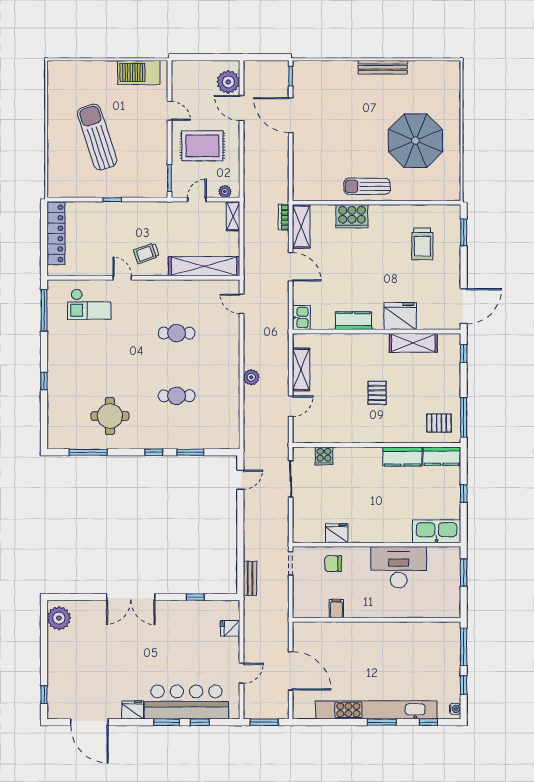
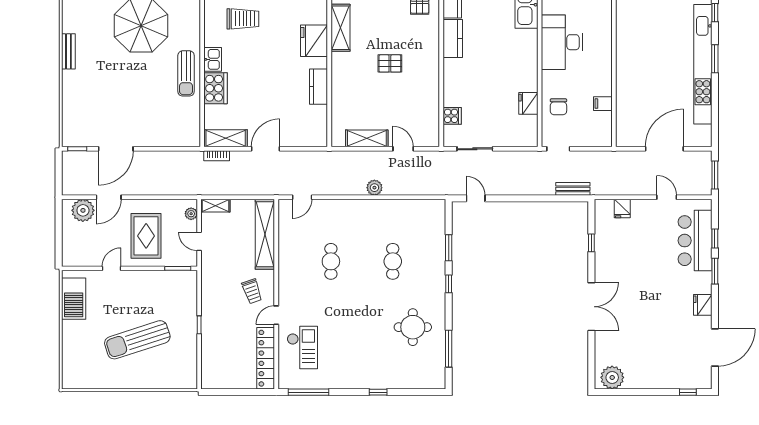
bench: (383, 67) -> (68, 51), width x0.73
locker: (56, 233) -> (266, 358), moved, turned -90
kitchen sink: (301, 317) -> (213, 59), moved, turned 90
bar counter: (186, 702) -> (695, 241), width x0.73

